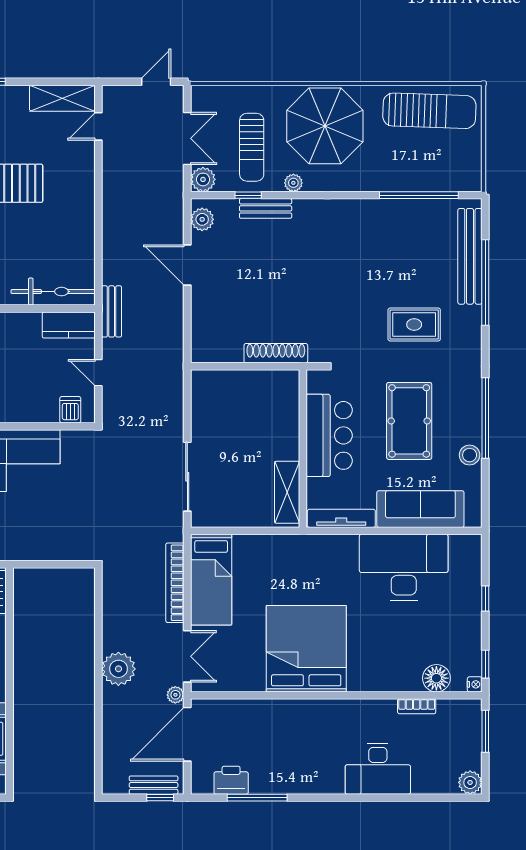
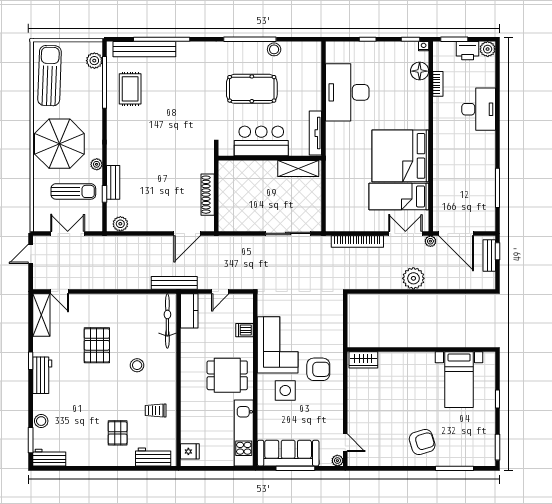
door: (156, 82) -> (31, 254), hinge flipped
plant: (203, 179) -> (94, 61), moved
door: (187, 265) -> (187, 233), moved
bench: (112, 311) -> (174, 283), width x1.36
rug: (414, 325) -> (130, 89), moved
shoe rack: (276, 353) -> (208, 195), moved
dishwasher: (70, 410) -> (244, 330), moved
sofa: (420, 509) -> (309, 81), removed
bed: (211, 580) -> (399, 196), moved, turned 180
printer: (231, 780) -> (468, 51), moved, turned -90

